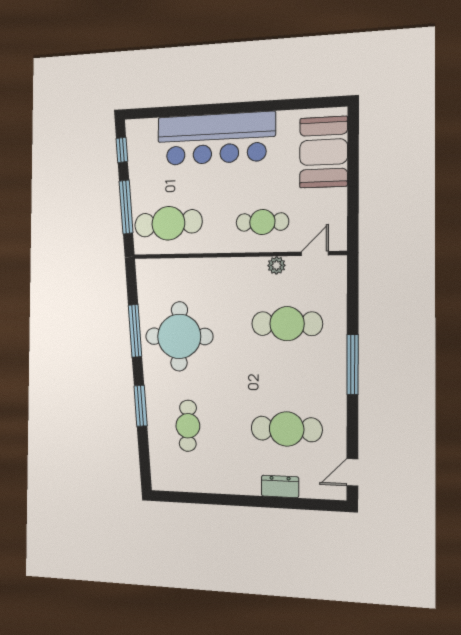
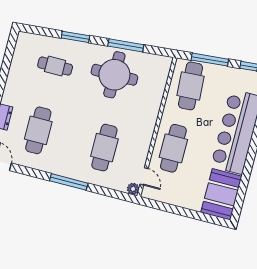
booth: (324, 152) -> (221, 194), moved, turned 90
cafe table: (262, 222) -> (173, 148), width x1.37, depth x1.35
plant: (276, 265) -> (133, 189), moved

